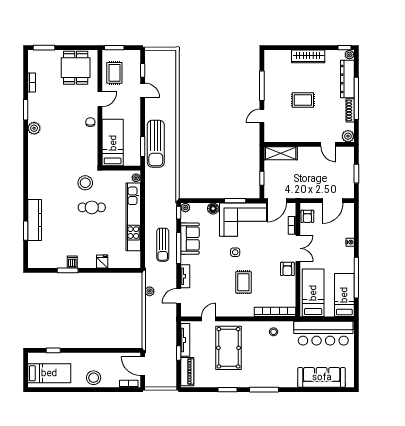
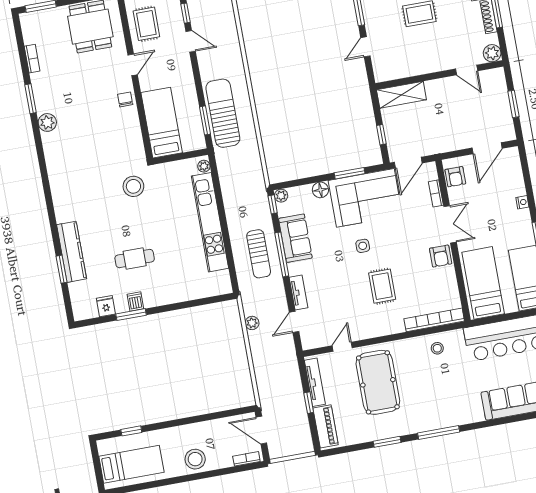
sun lounger: (156, 144) -> (223, 113), turned 180
cafe table: (92, 207) -> (135, 259), moved
fridge: (102, 262) -> (106, 306), moved

